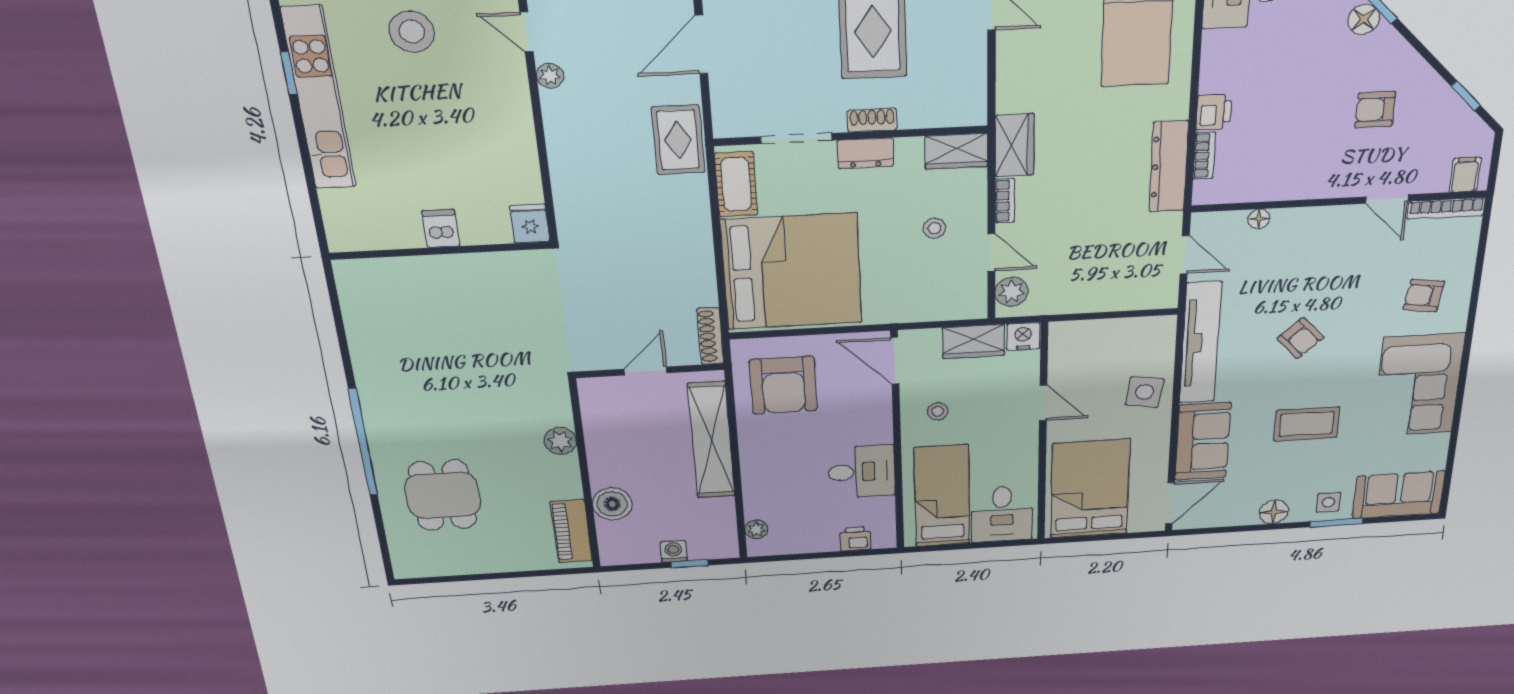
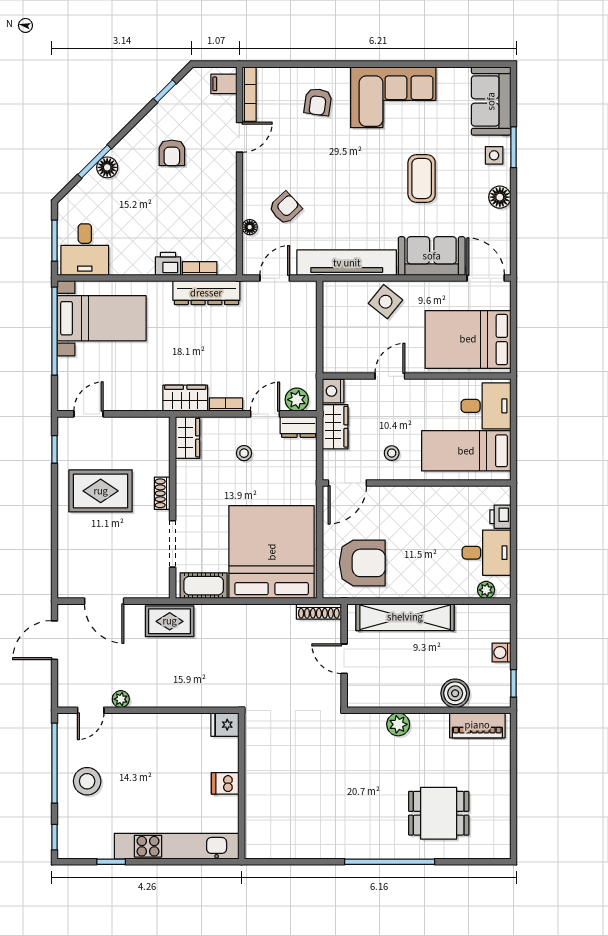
kitchen unit: (319, 99) -> (177, 846), moved
dresser: (865, 153) -> (299, 427), moved, turned 90
armchair: (1300, 338) -> (285, 208), moved
side table: (1145, 392) -> (386, 302), turned 30
desk: (861, 472) -> (486, 553), moved, turned 90
window: (690, 564) -> (513, 683), moved

